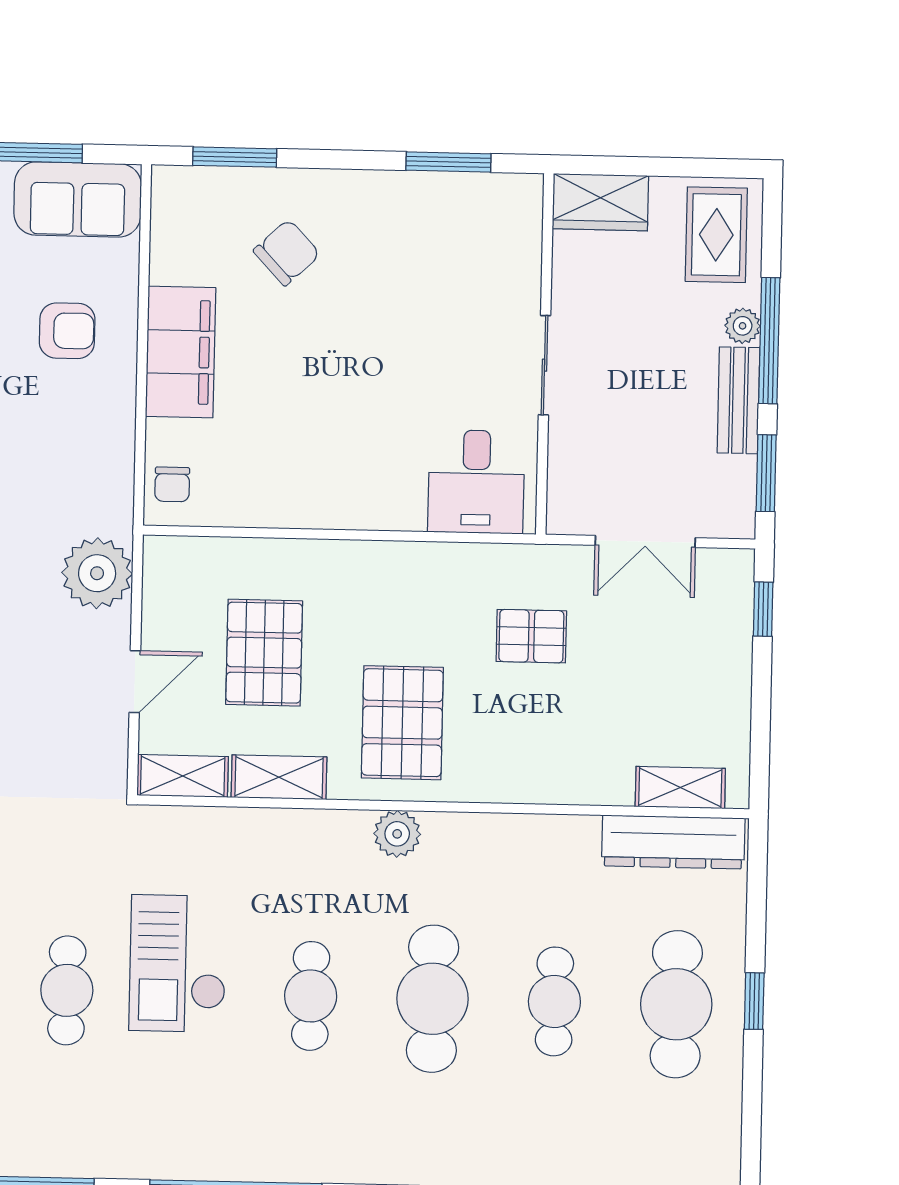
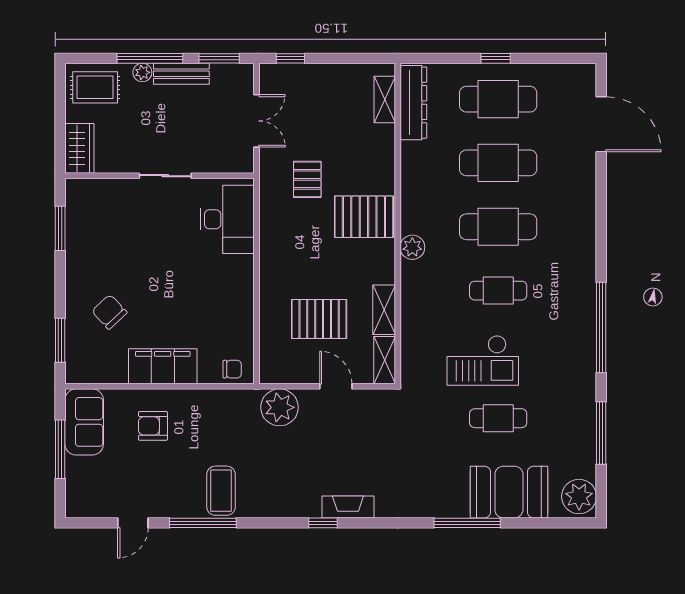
armchair: (67, 331) -> (153, 426), turned -90
desk: (476, 482) -> (227, 219), width x1.37
pallet: (402, 723) -> (364, 217), moved
cafe table: (554, 1001) -> (498, 163), width x1.37, depth x1.35

